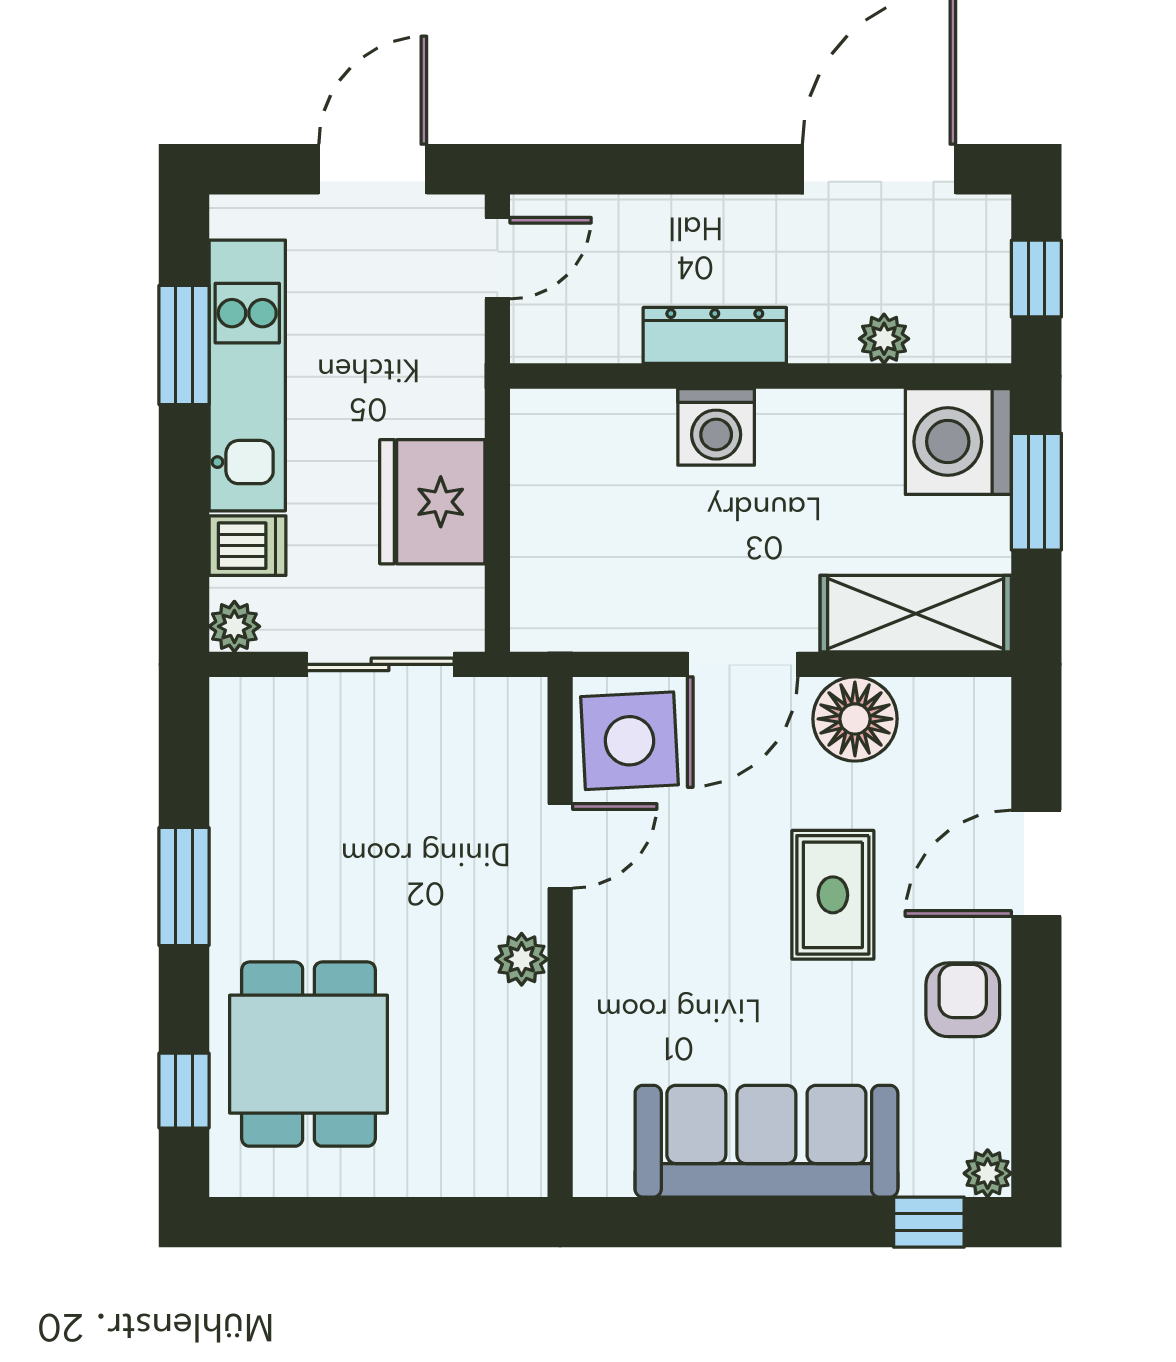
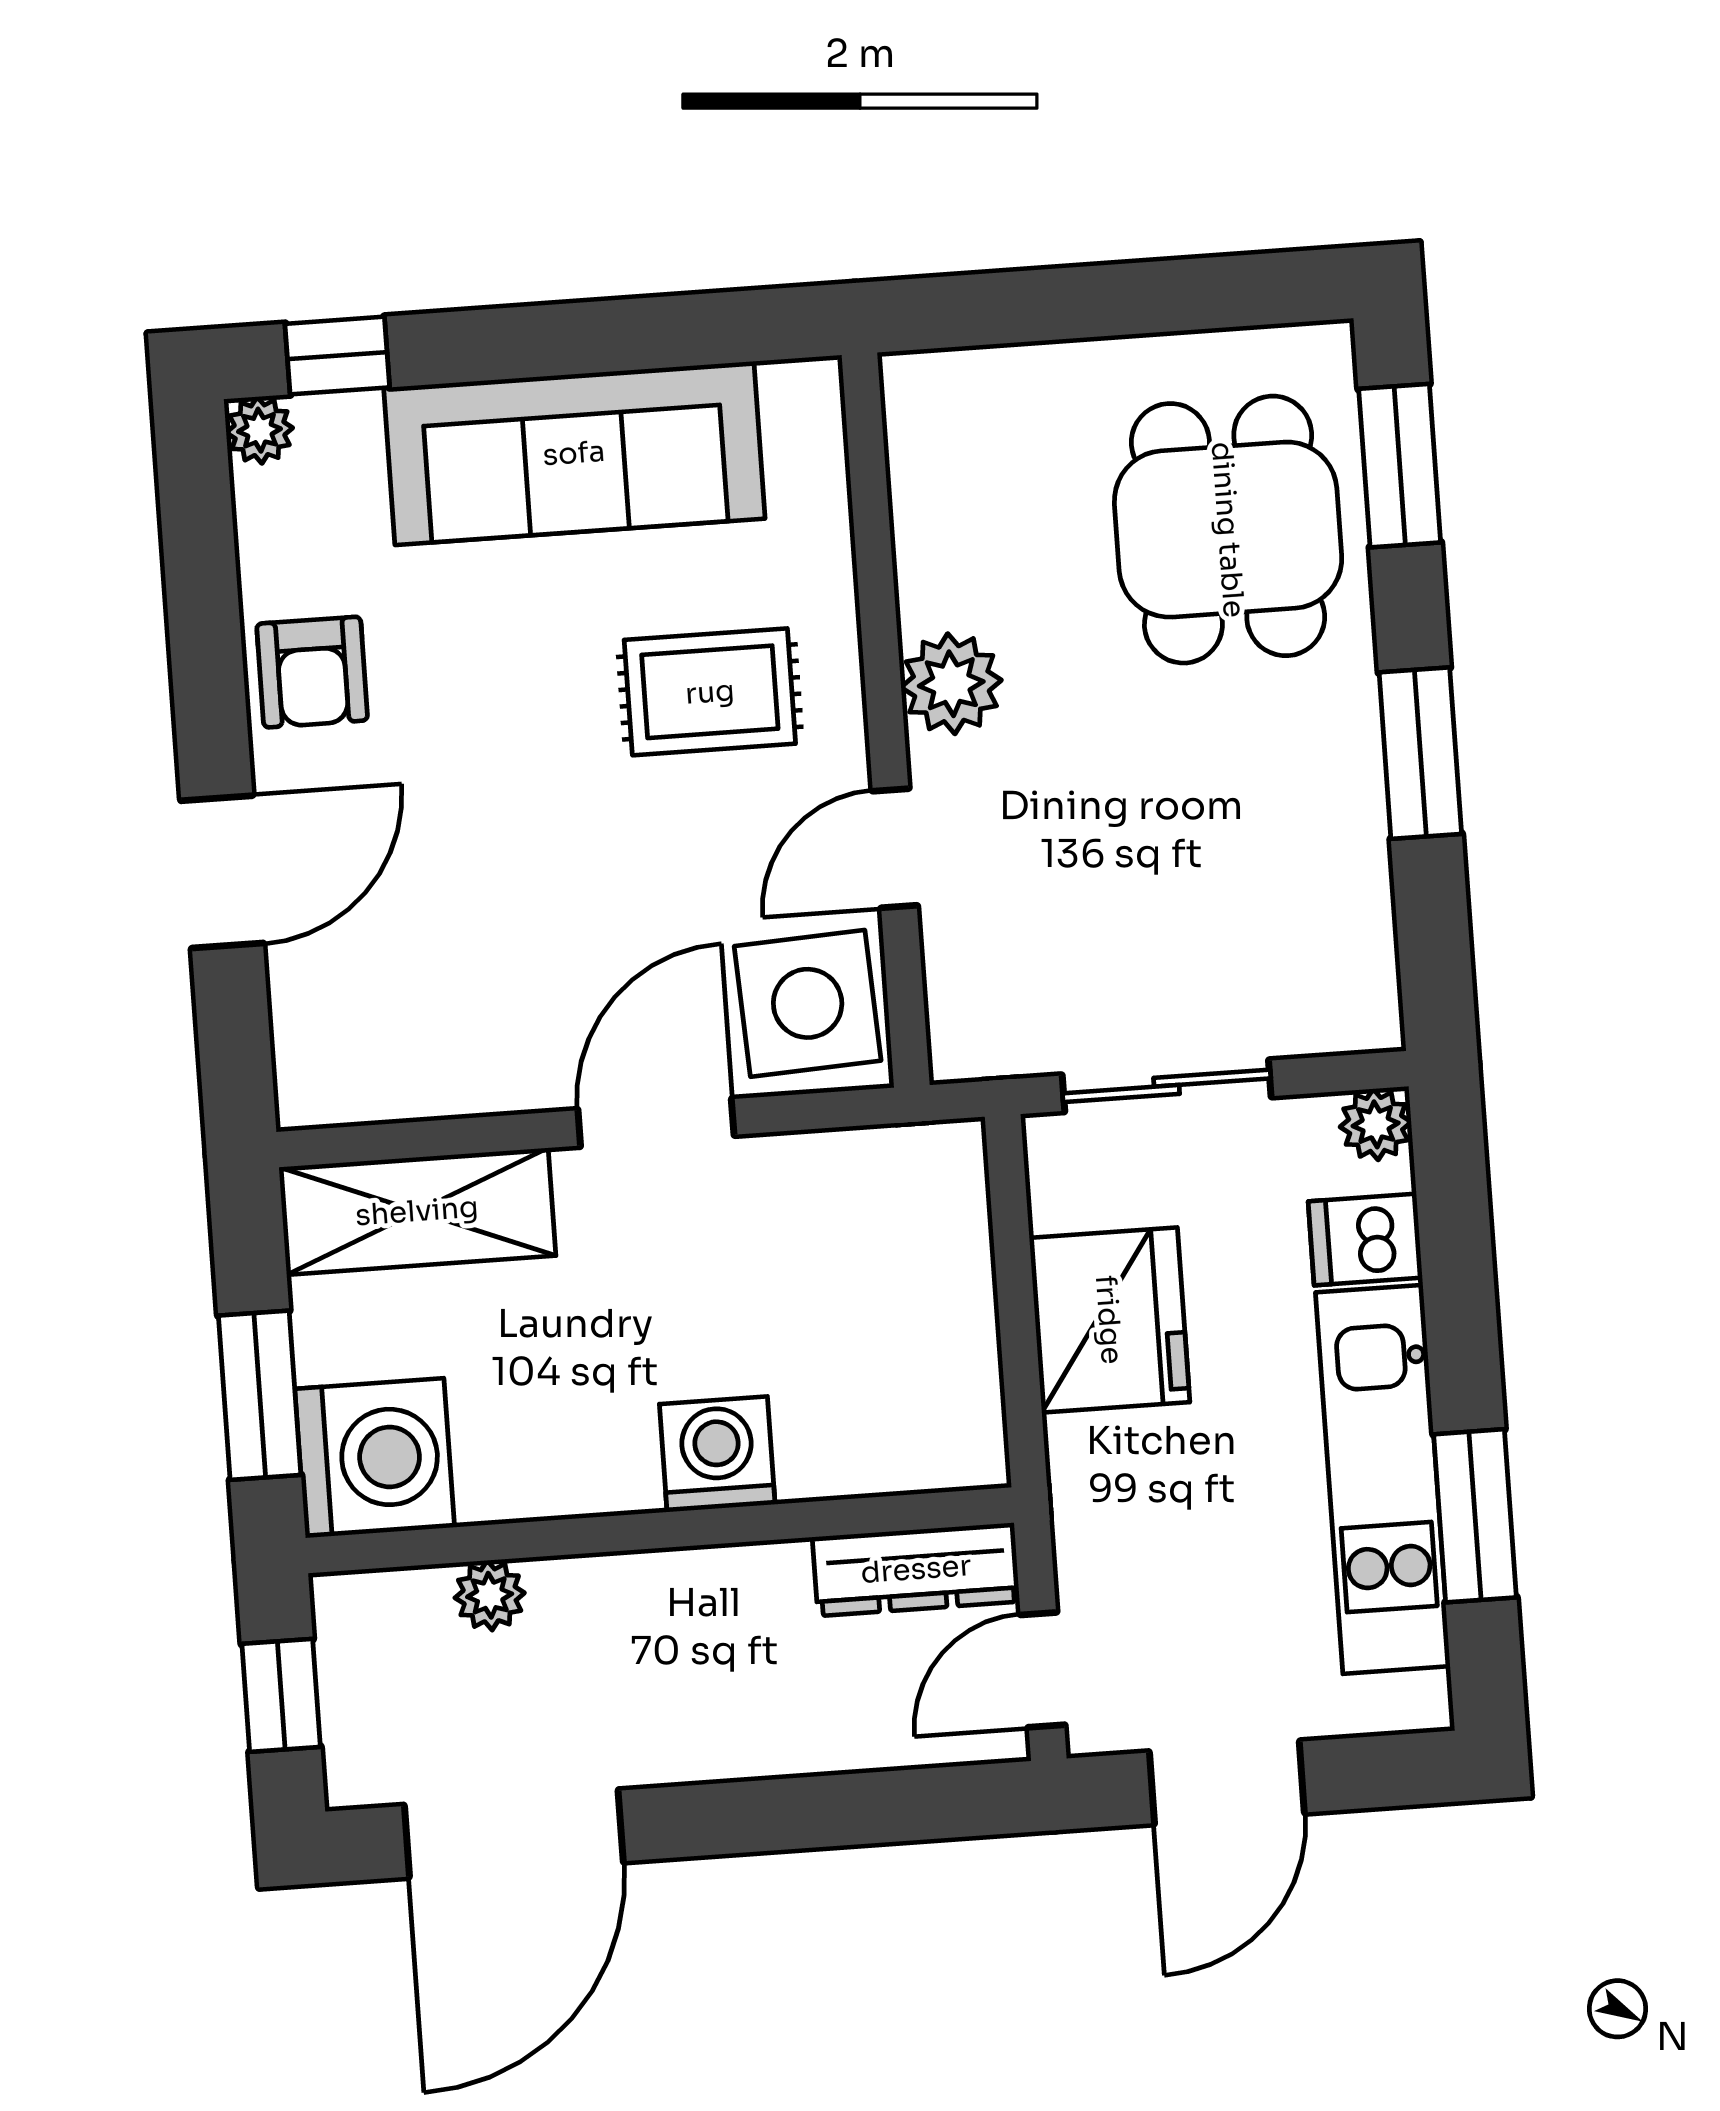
dresser: (715, 335) -> (916, 1569), moved
floor lamp: (855, 719) -> (492, 1057), removed
rug: (833, 895) -> (710, 692), moved, turned 90
plant: (522, 959) -> (951, 684), width x1.38, depth x1.38
window: (184, 1091) -> (1400, 466), width x1.50

